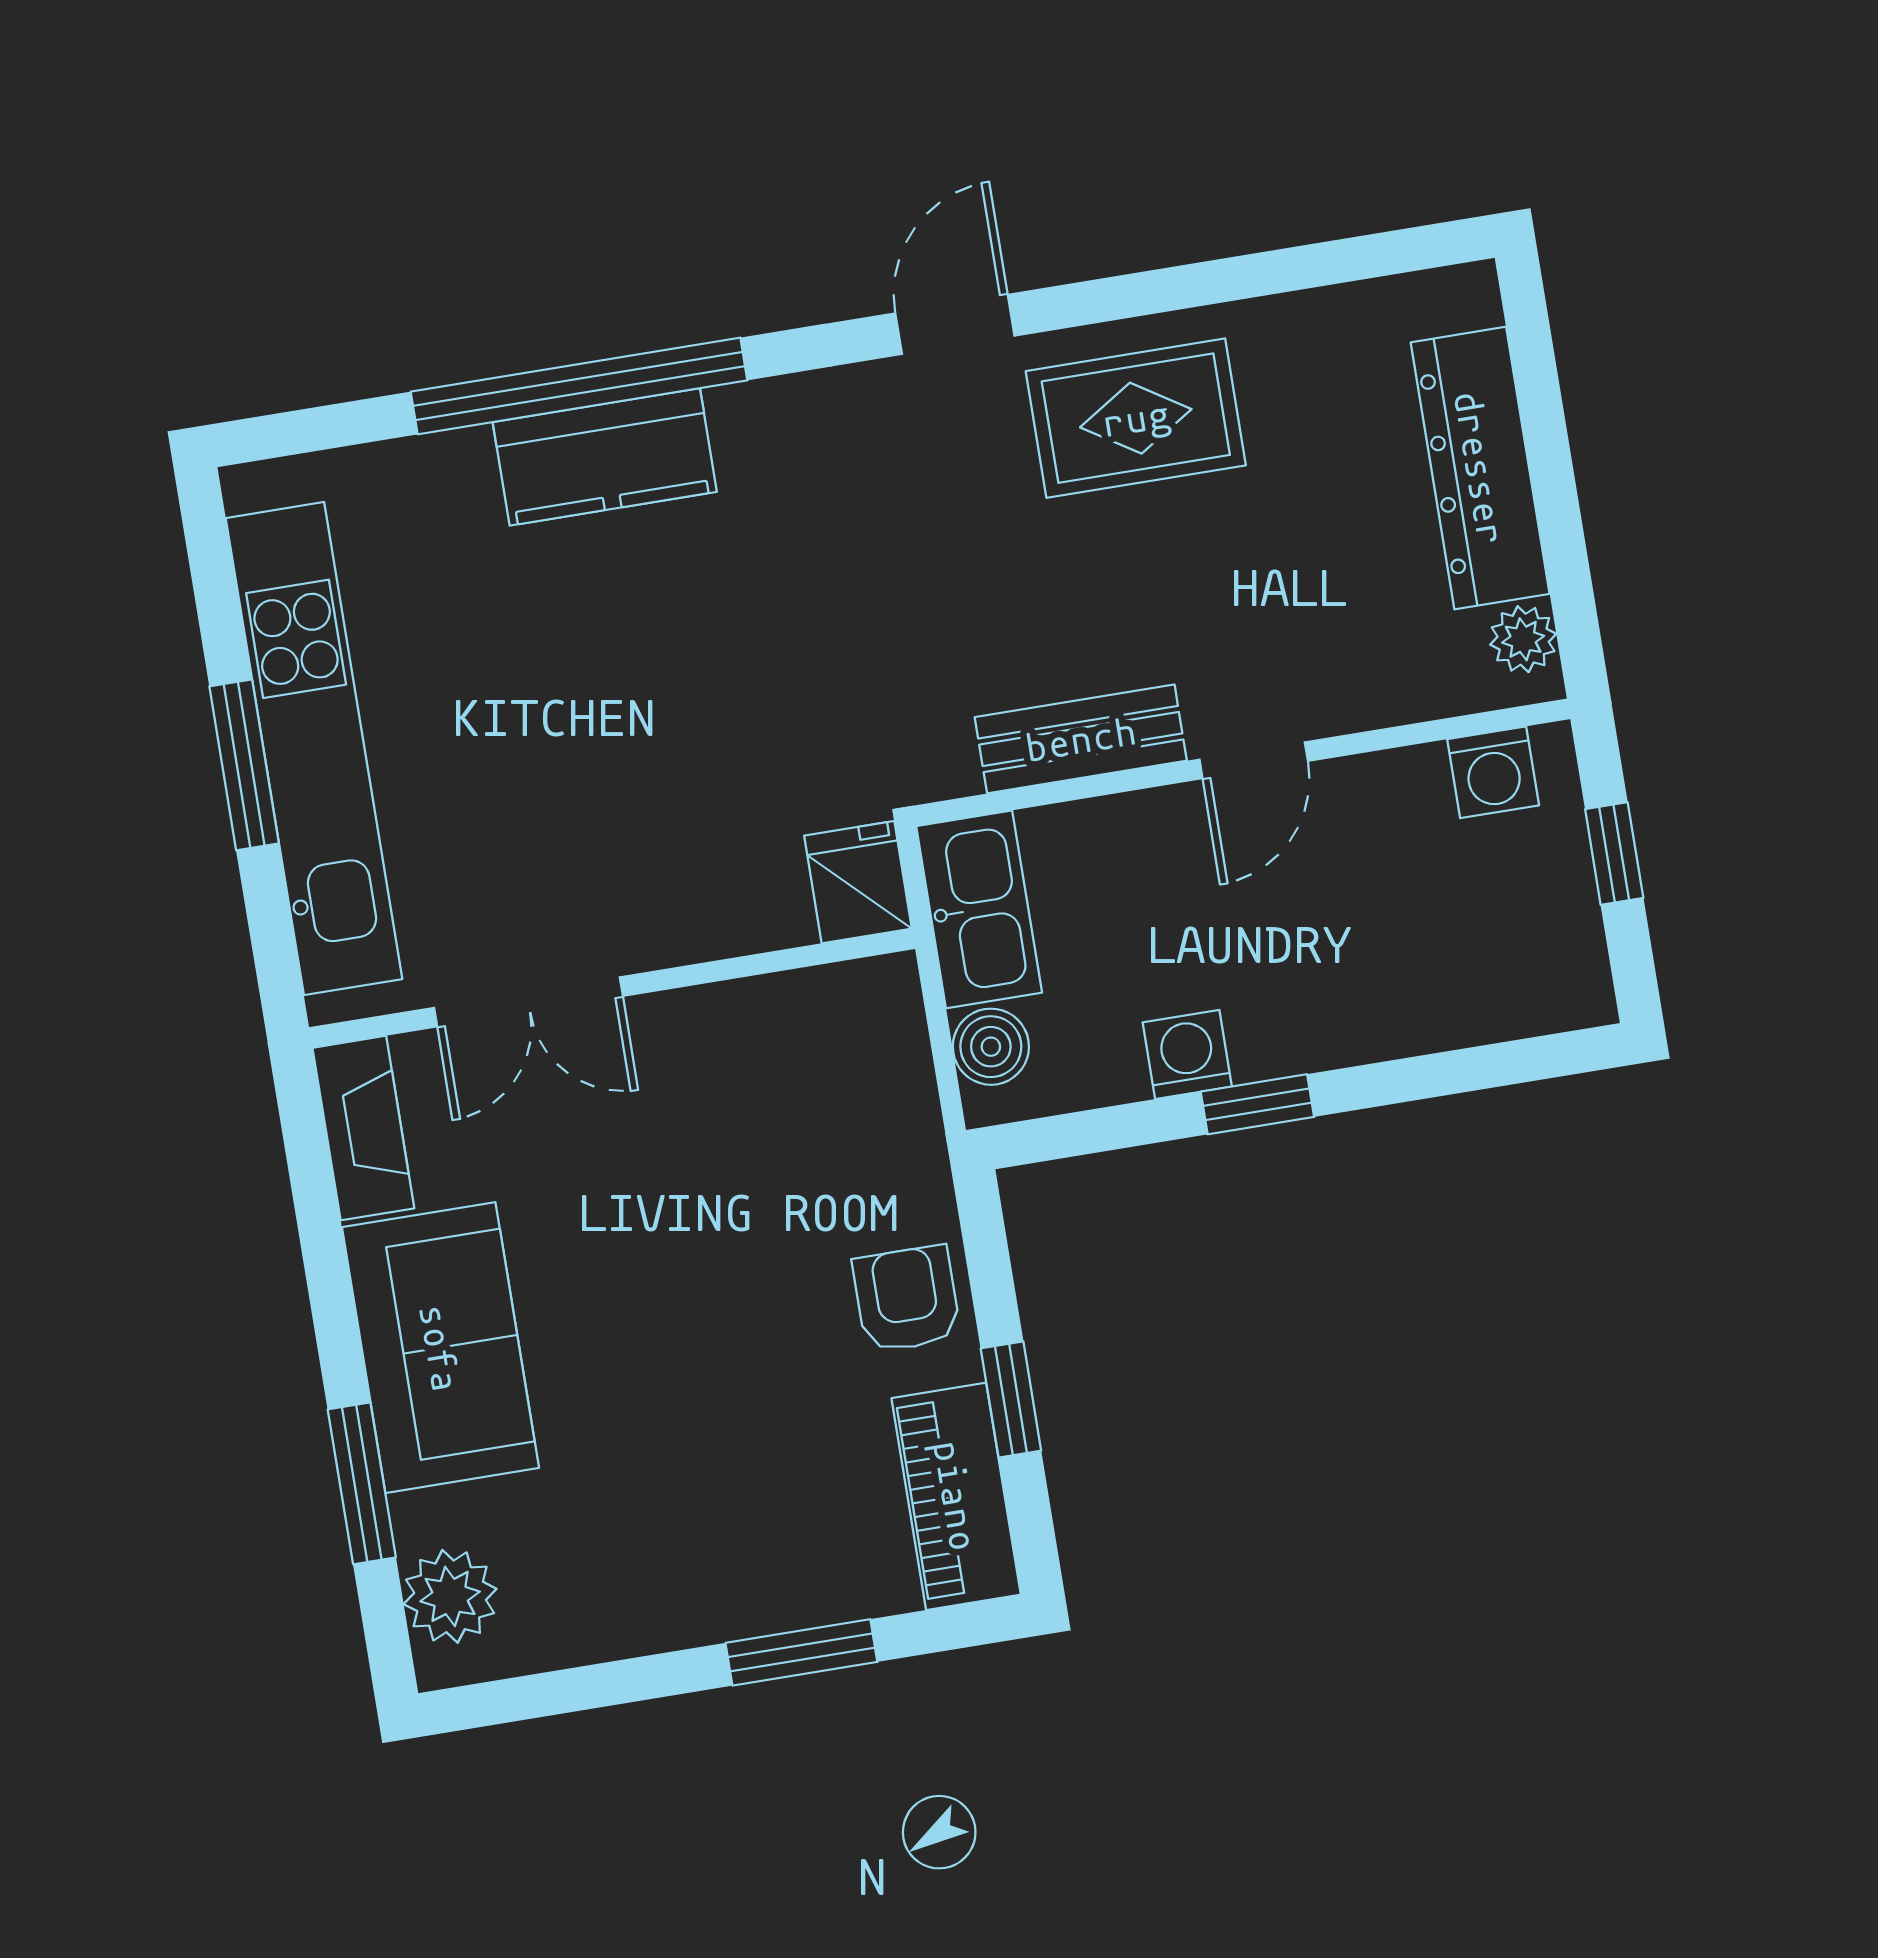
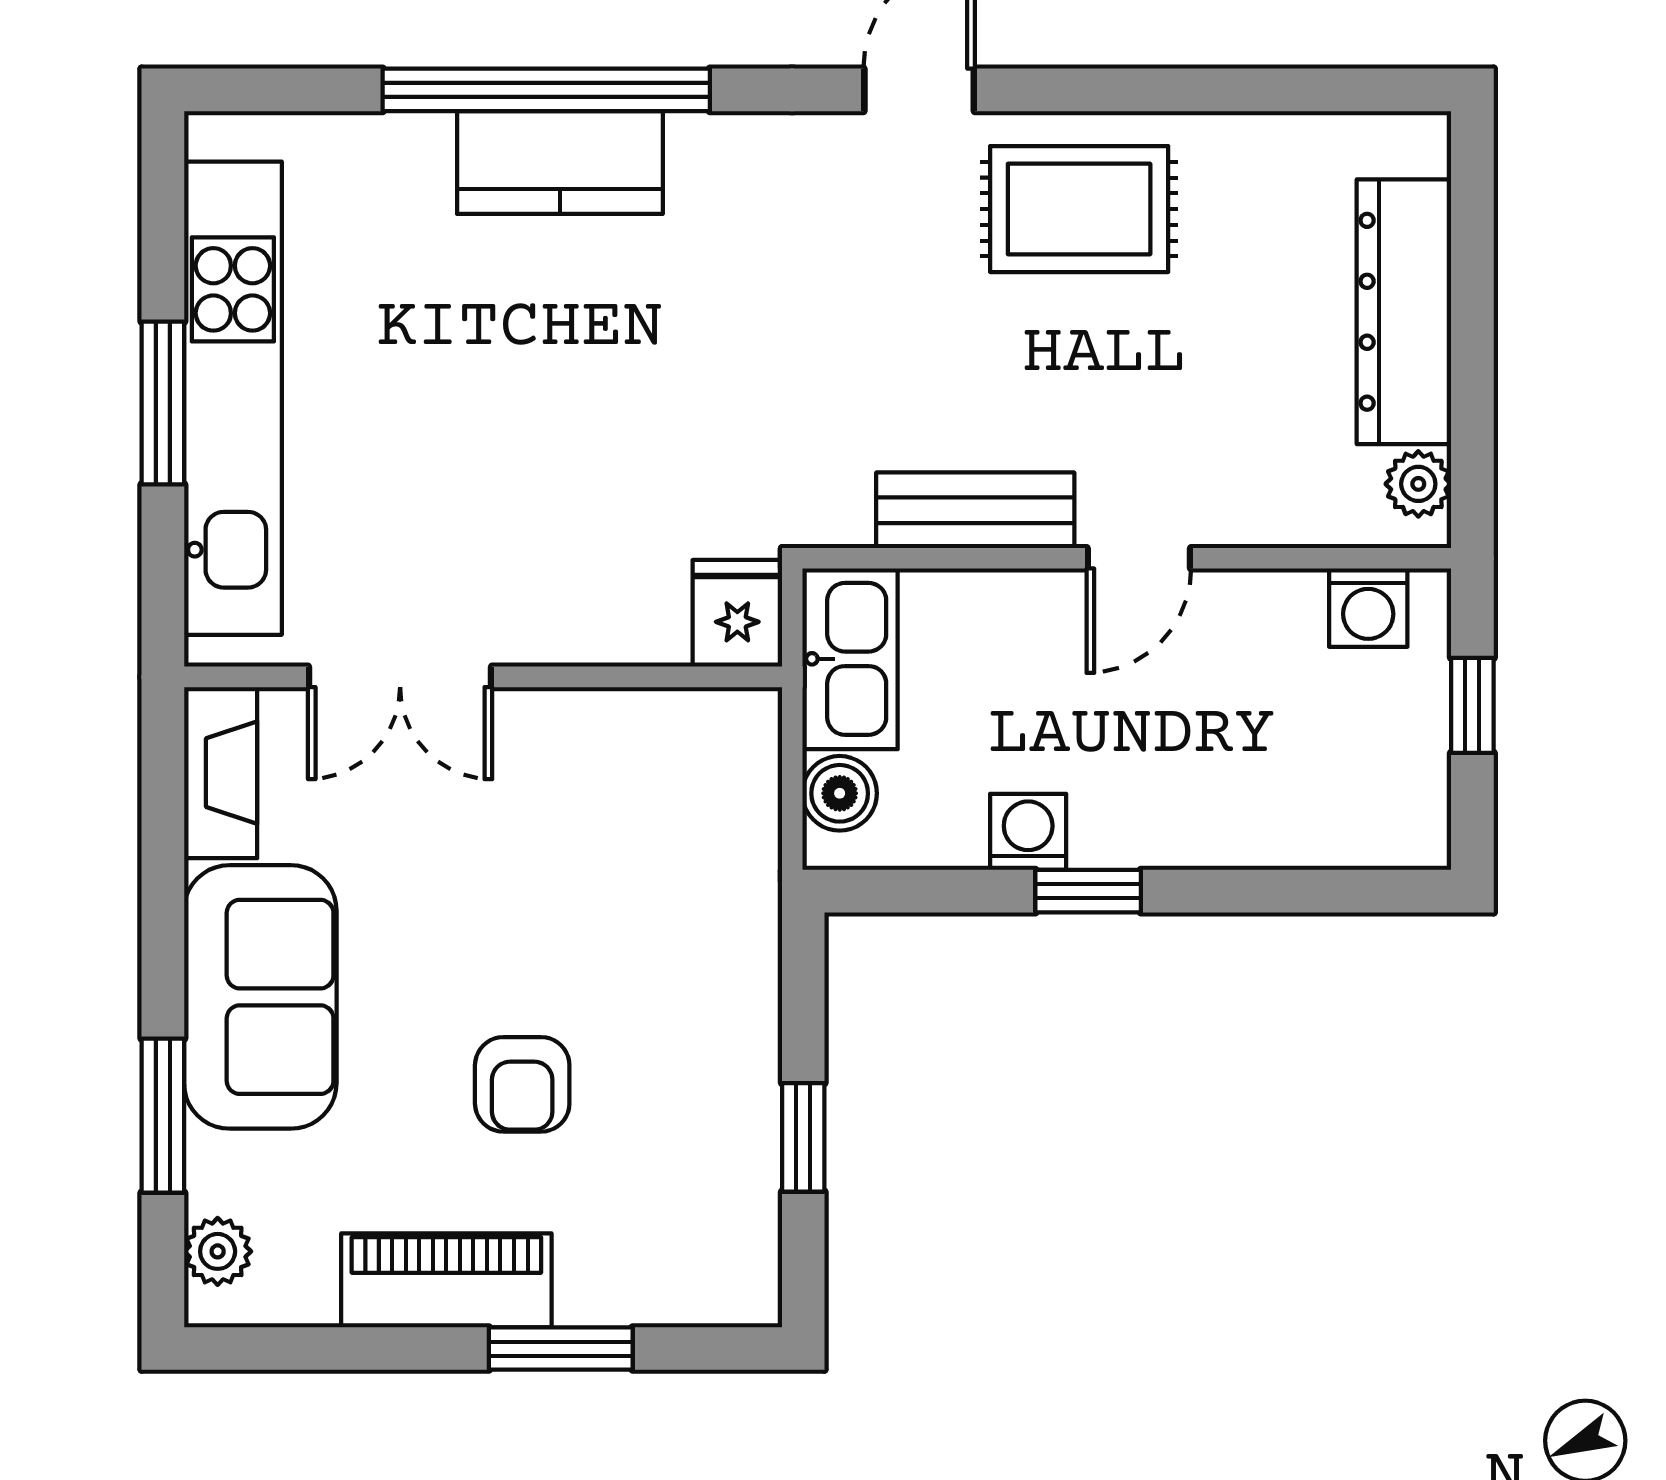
armchair: (907, 1299) -> (522, 1084), moved, turned 180
piano: (956, 1496) -> (446, 1280), moved, turned 90
plant: (450, 1596) -> (218, 1251), width x0.73, depth x0.73

